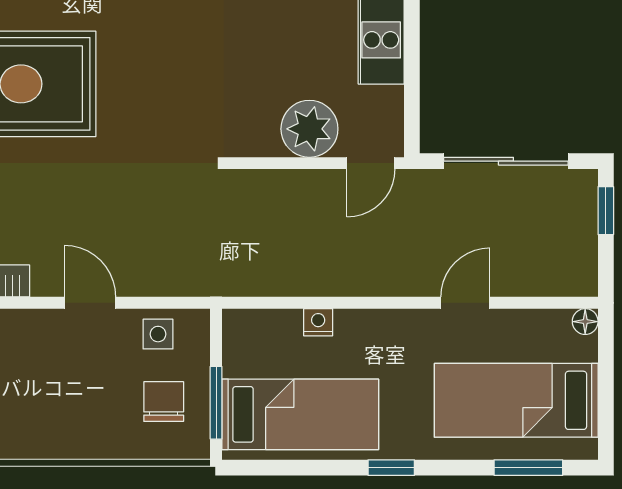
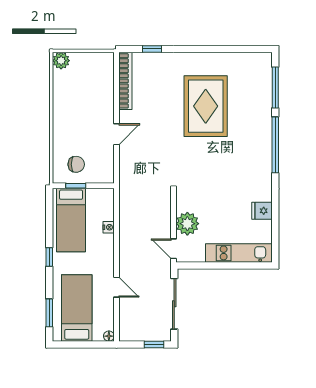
side table: (158, 334) -> (104, 162), removed
window: (216, 403) -> (76, 186), width x0.67

